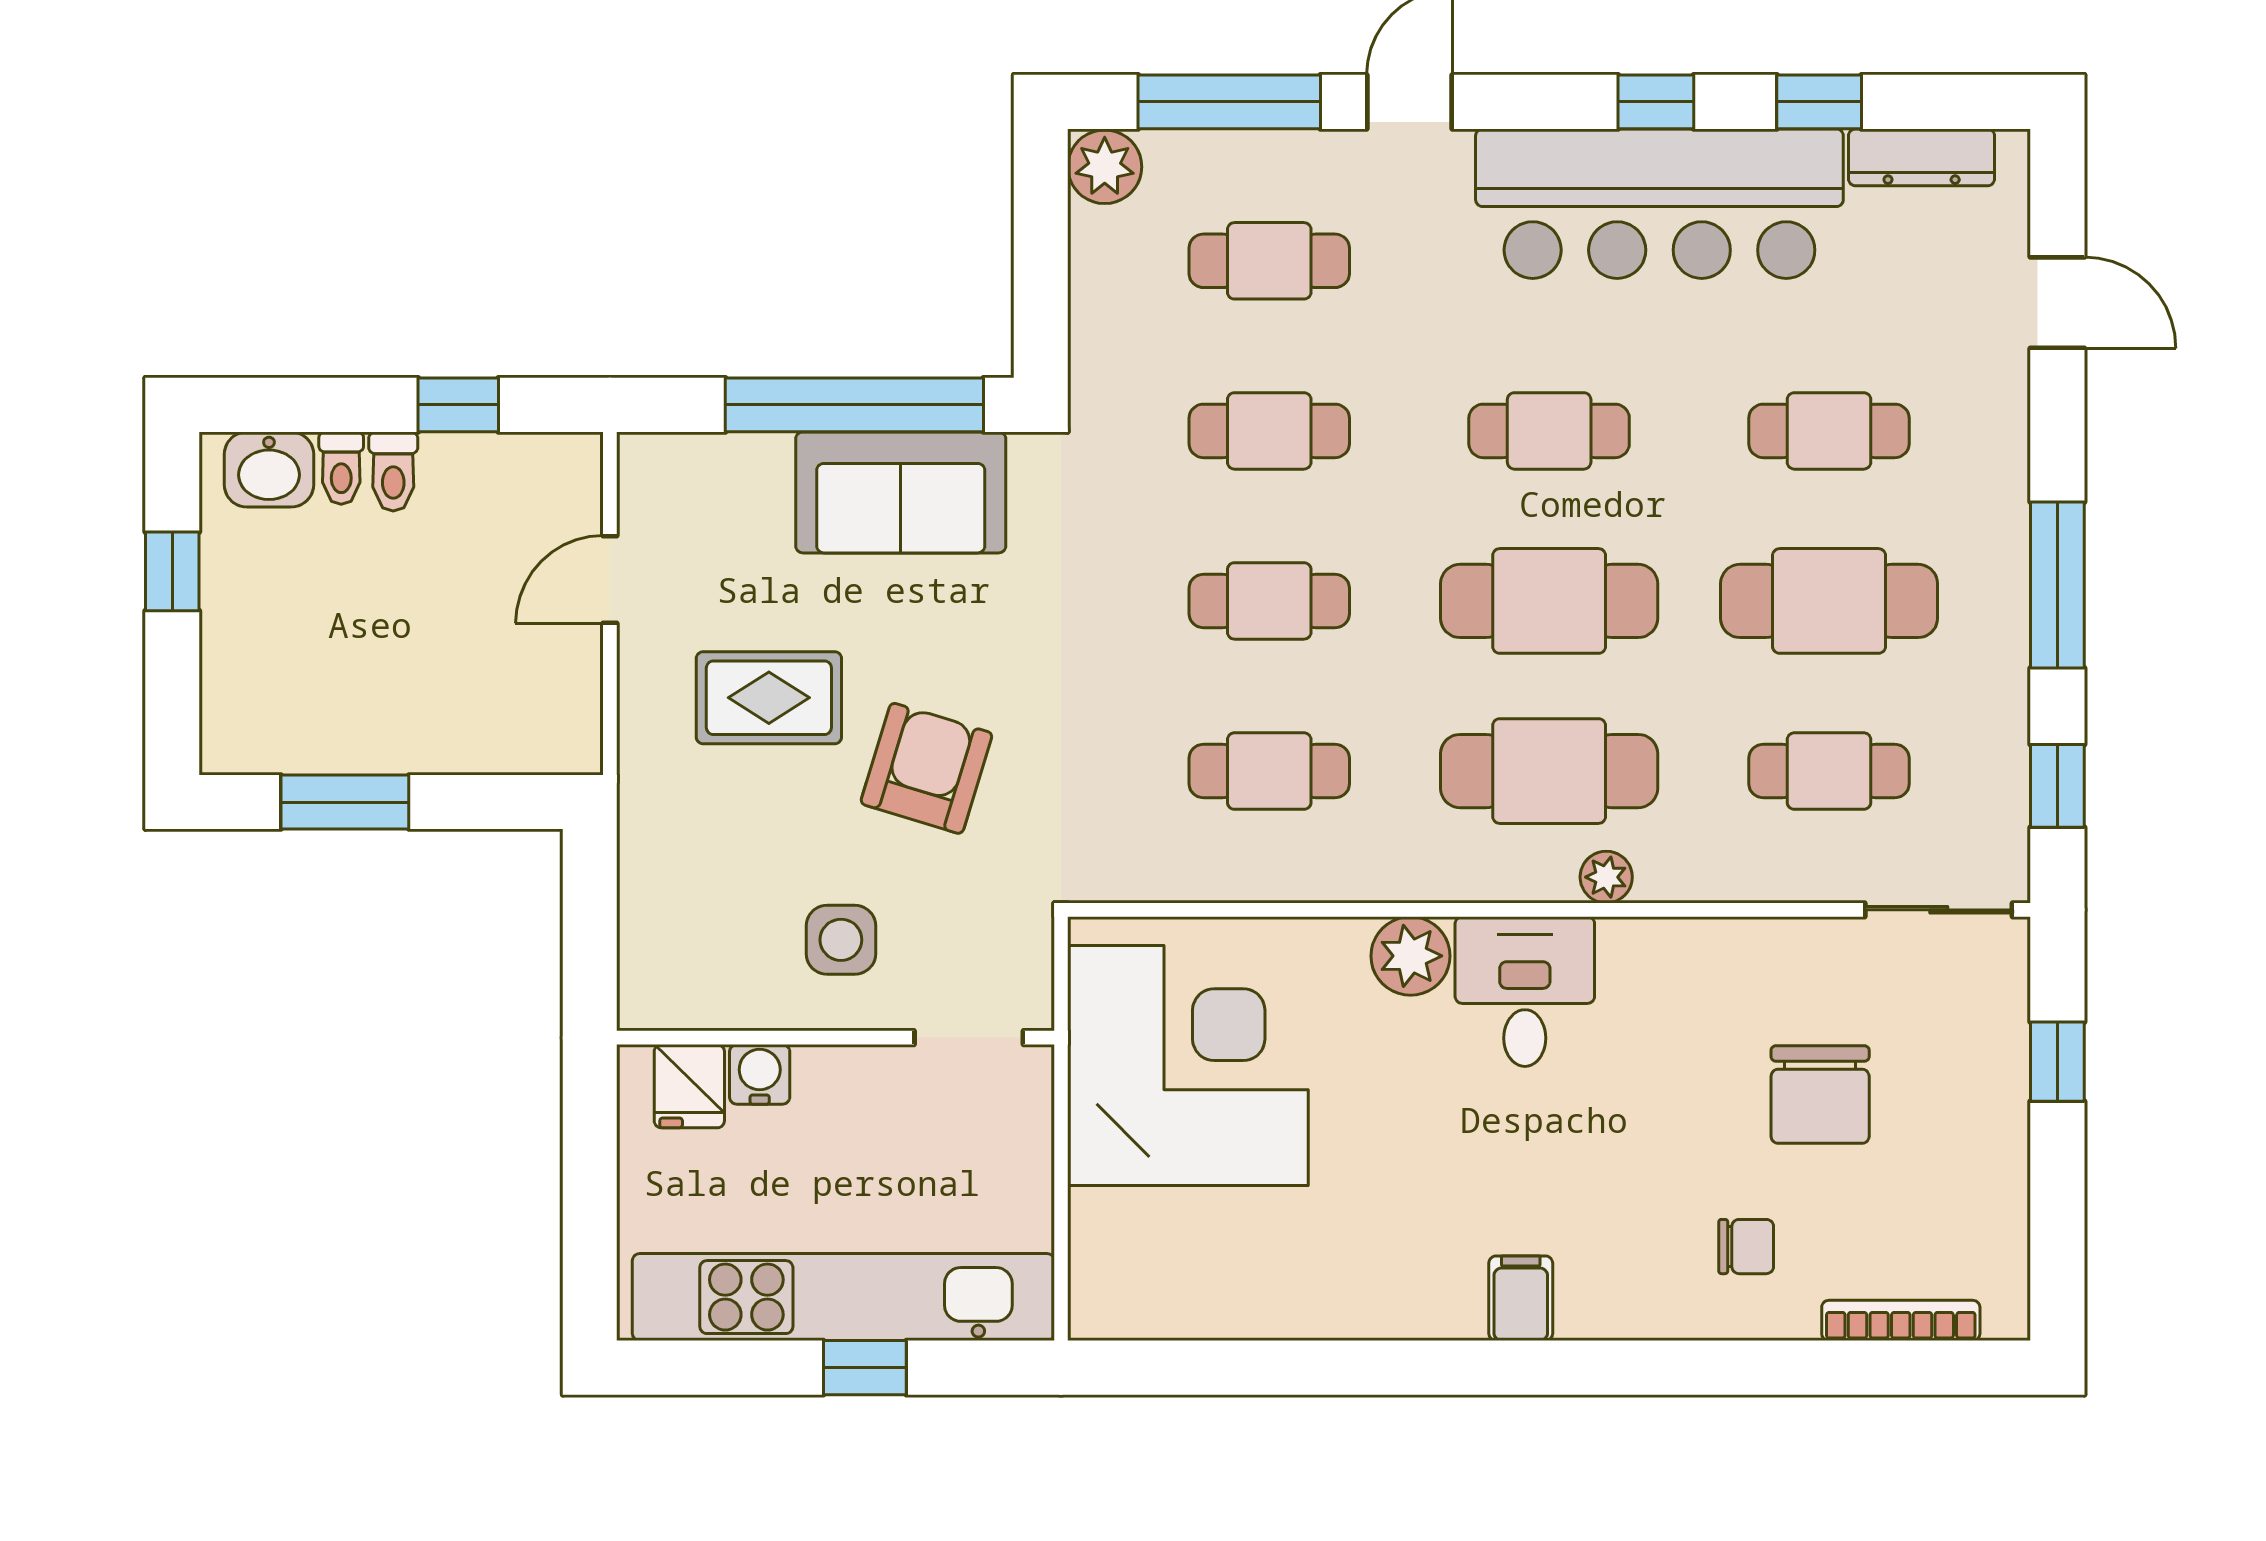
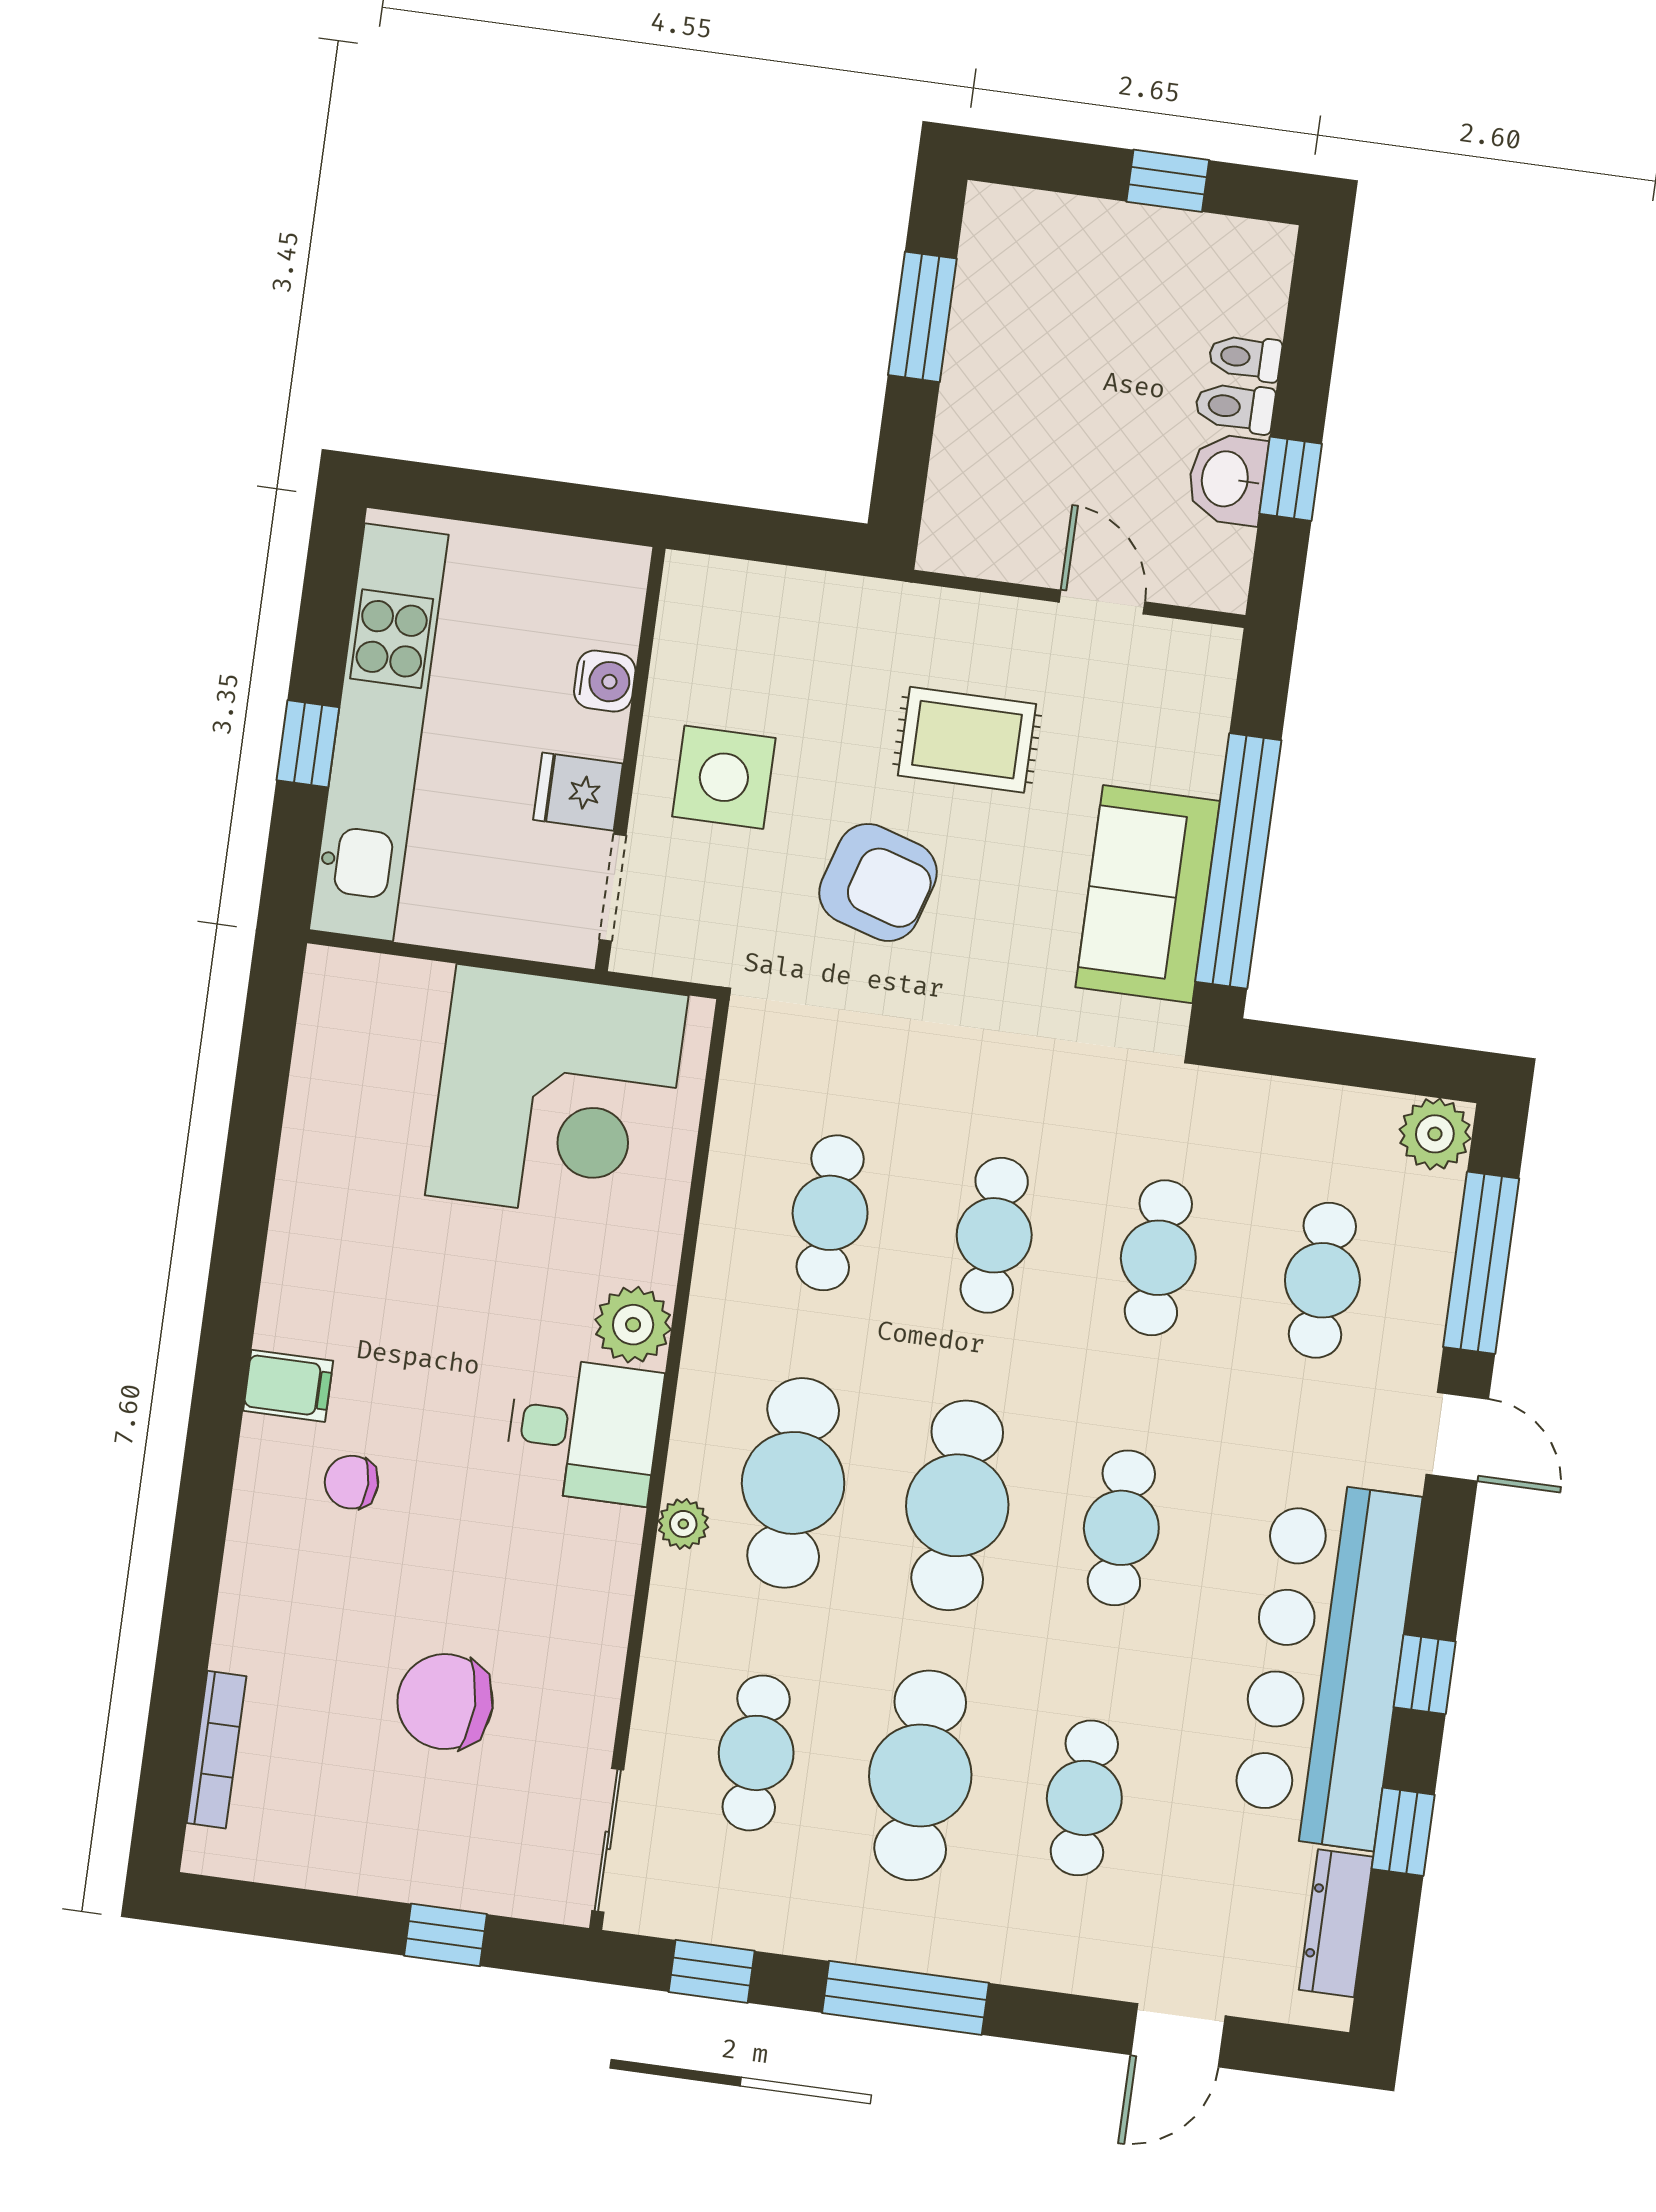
washbasin: (269, 469) -> (1227, 479), moved
rug: (769, 698) -> (967, 740), turned 90
side table: (841, 940) -> (724, 777), width x1.37, depth x1.37
fridge: (689, 1086) -> (578, 792), moved
chair: (1746, 1247) -> (352, 1482), moved, turned 90

